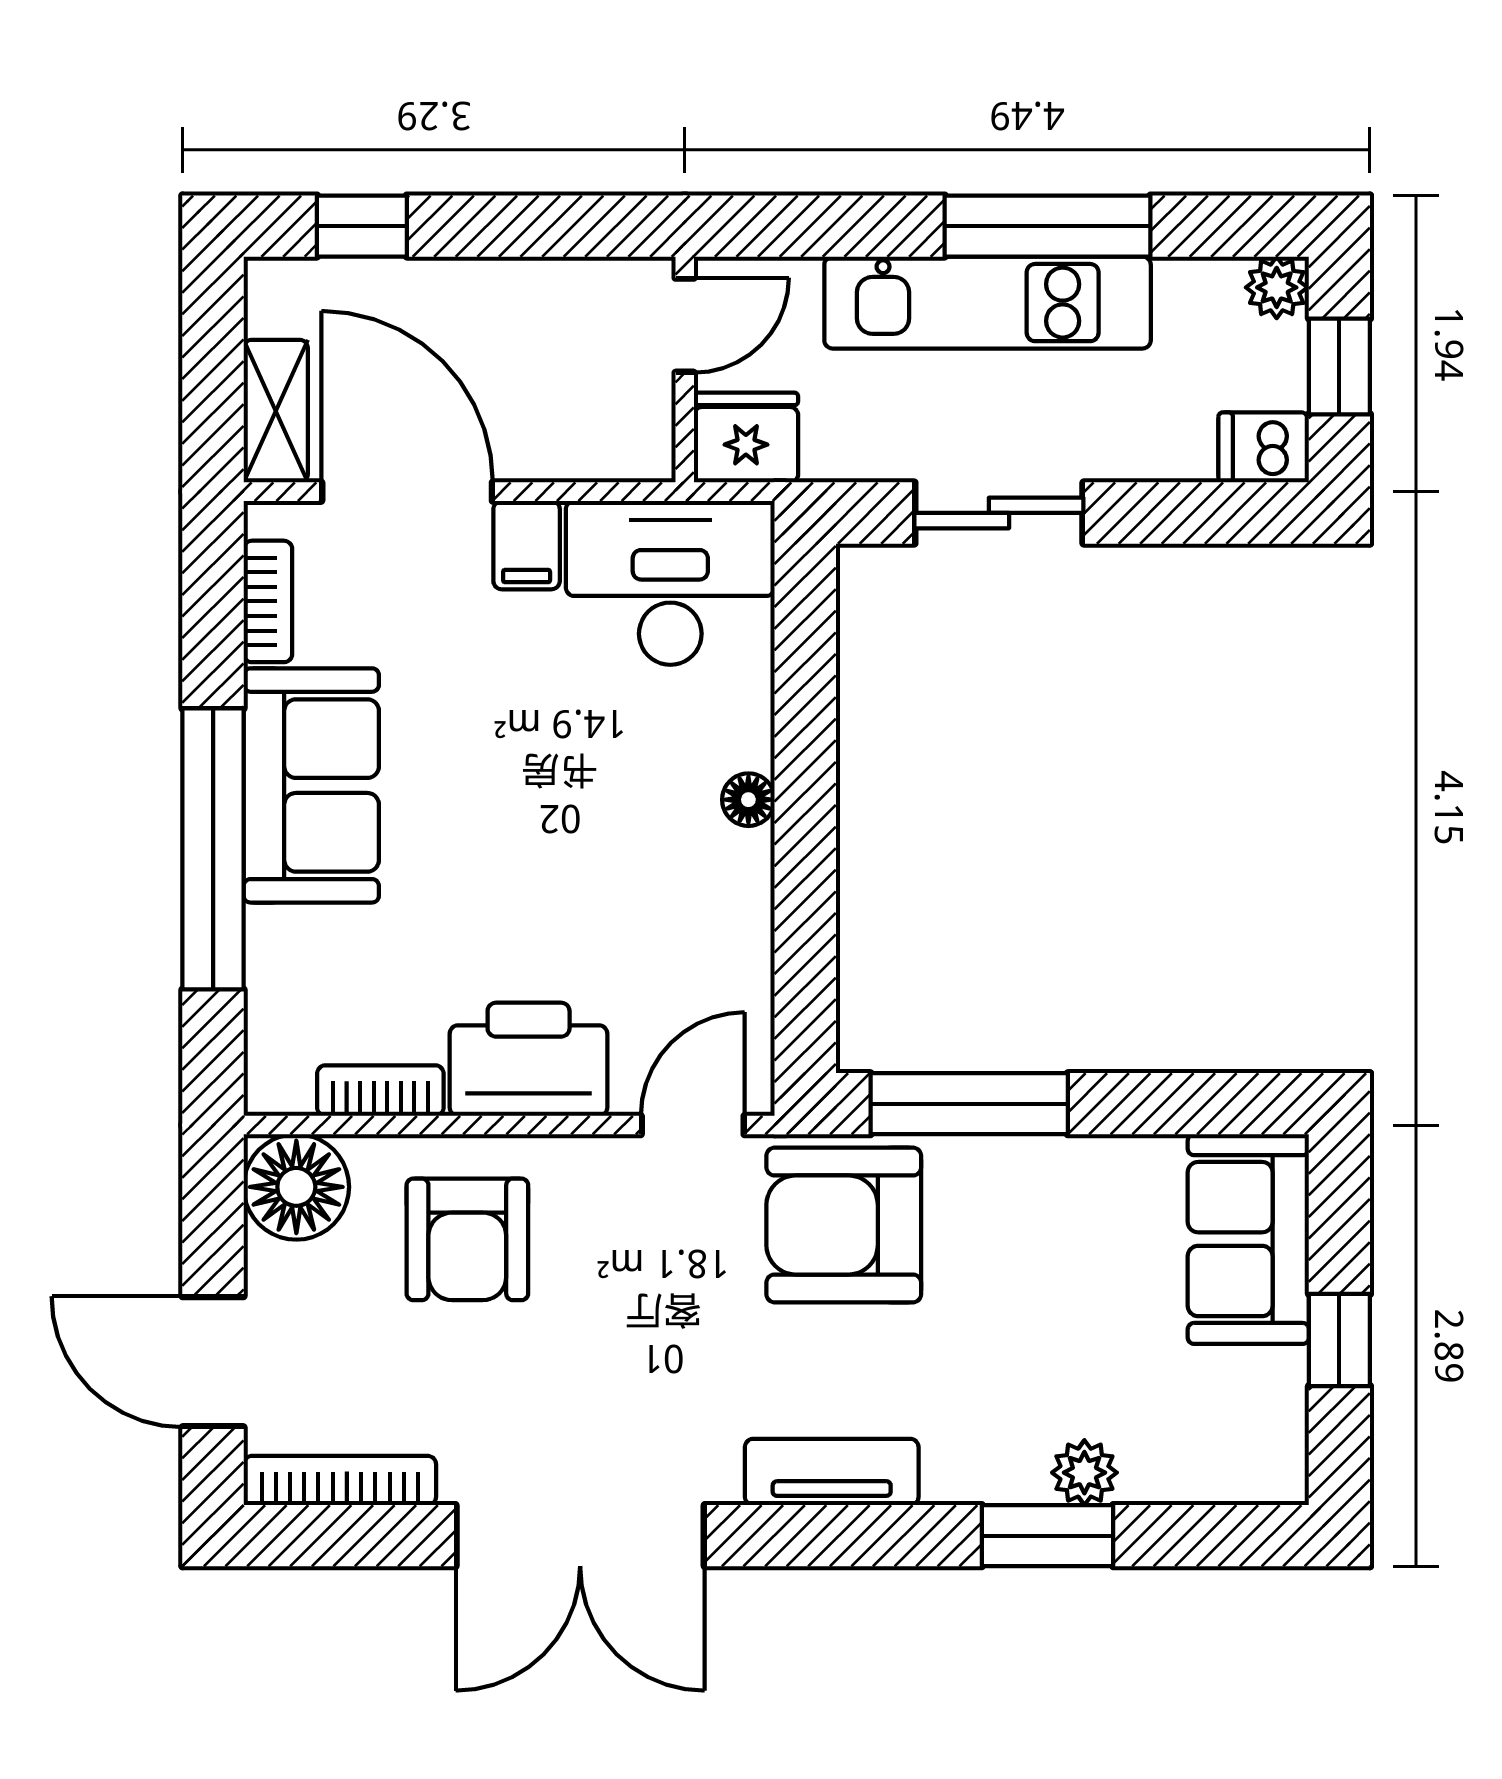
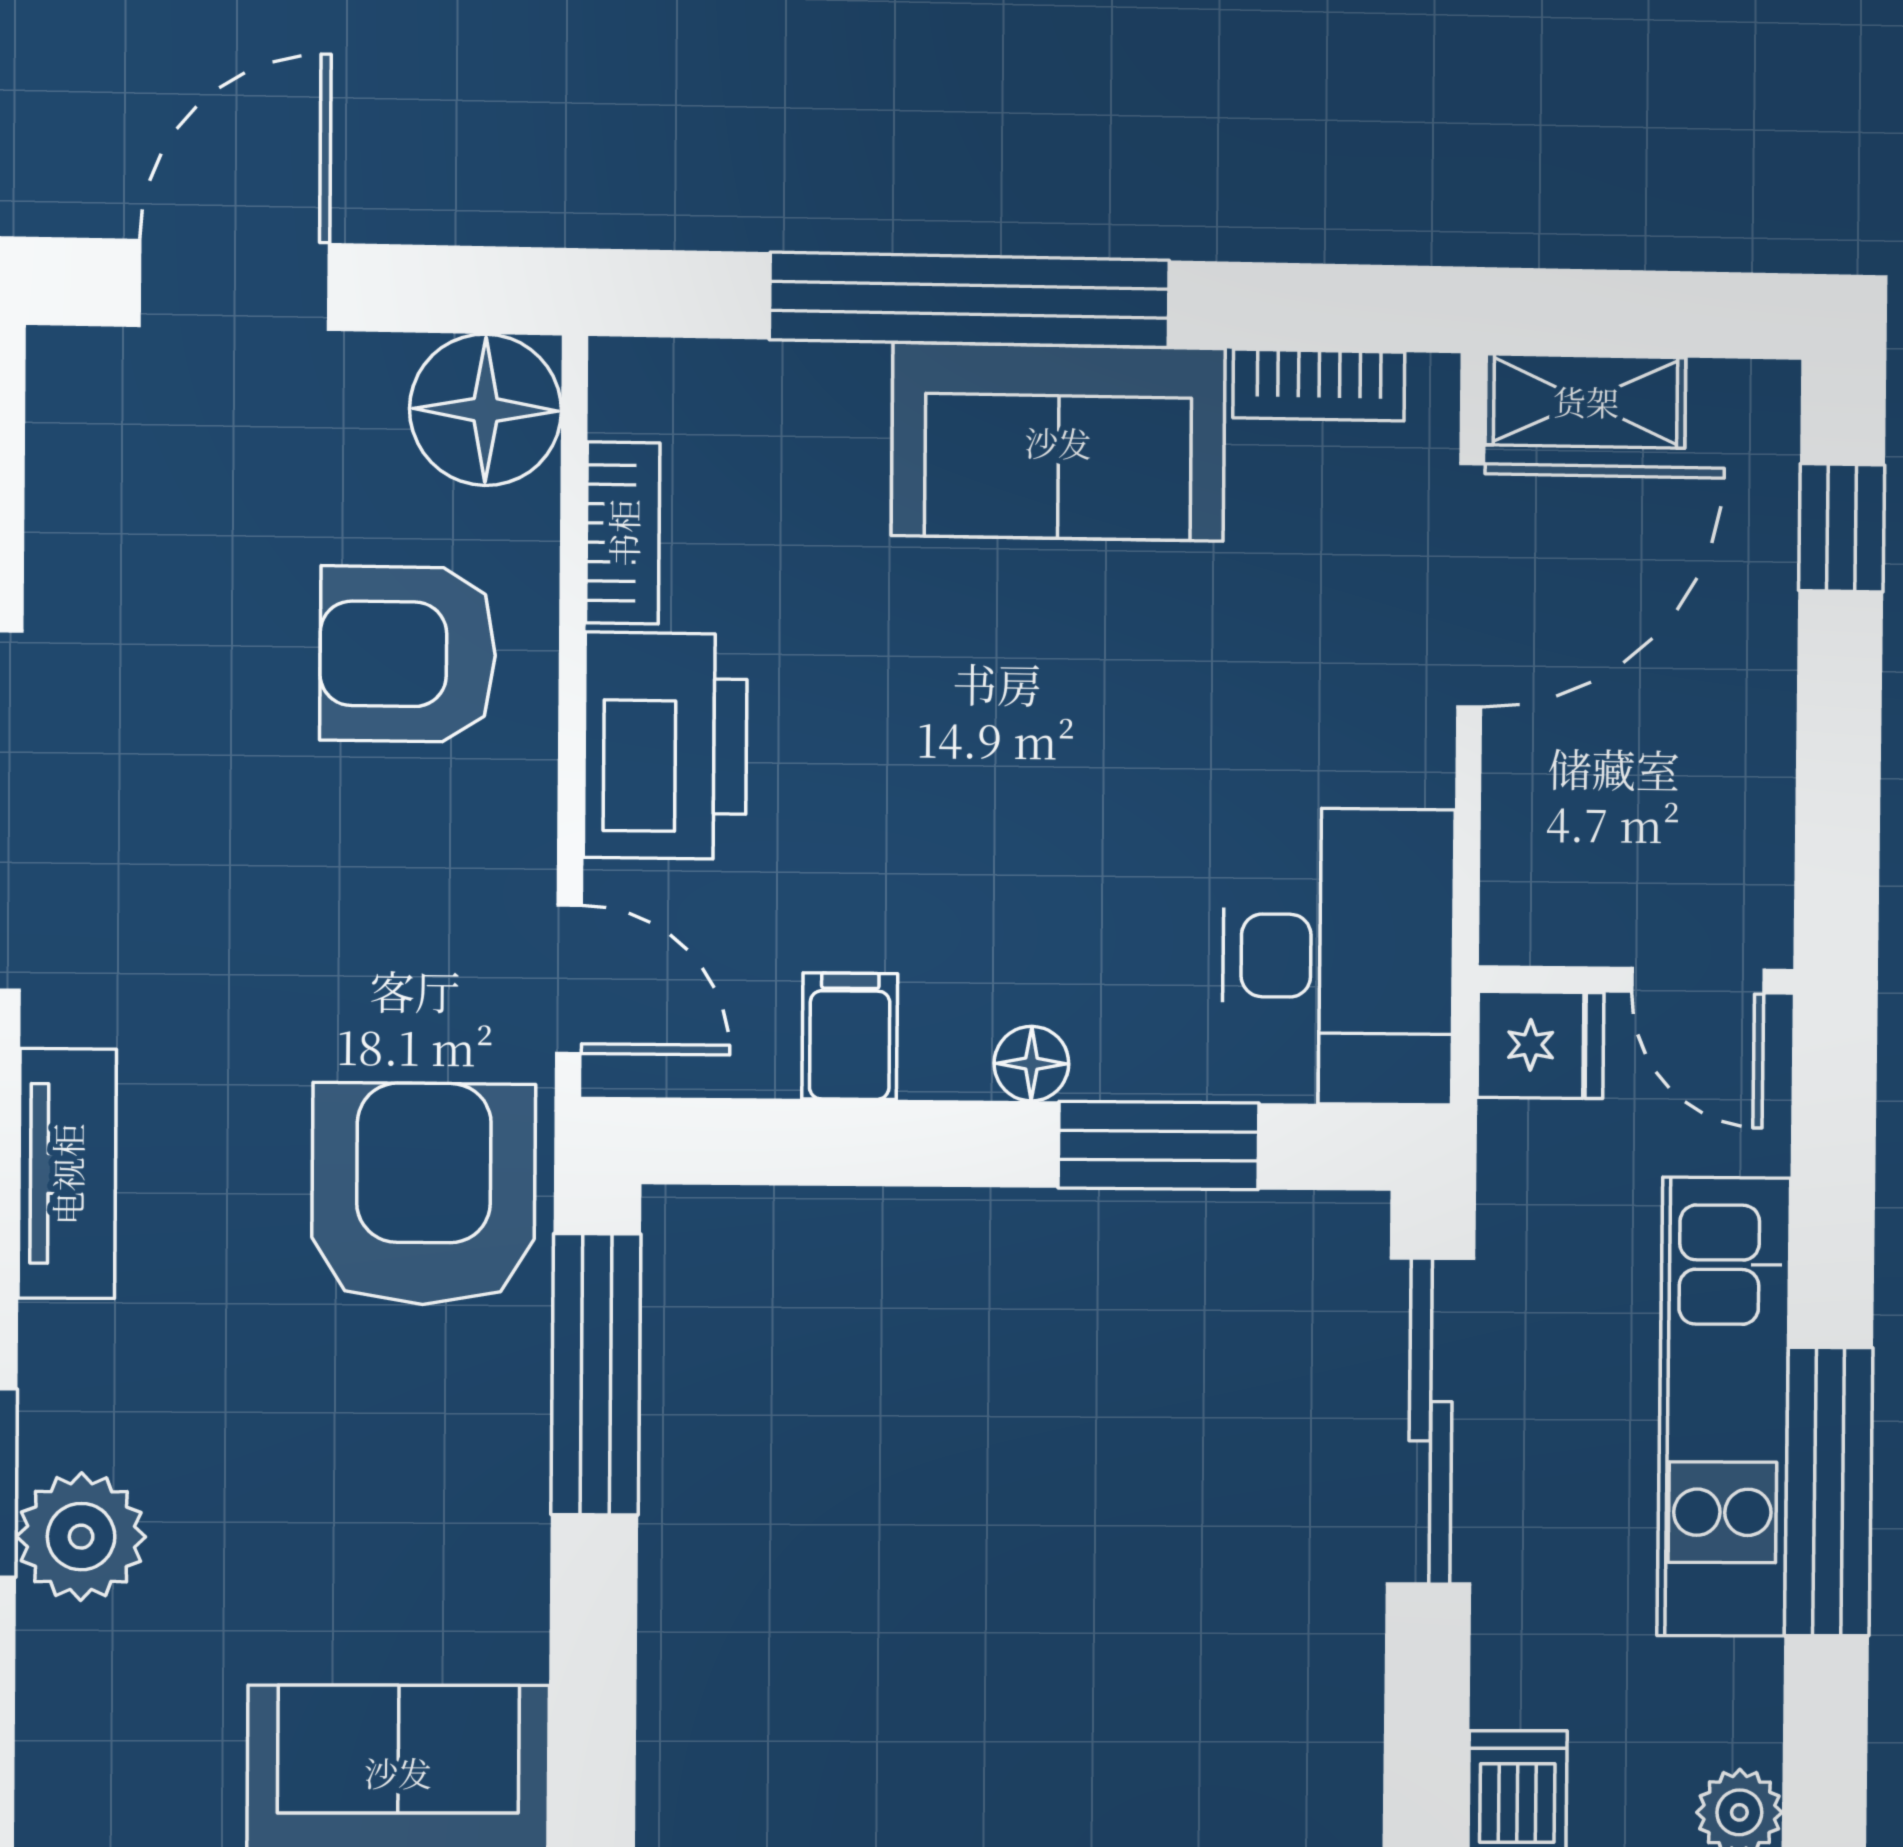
fridge: (746, 438) -> (1541, 1045), width x0.72
sliding door: (999, 513) -> (1431, 1421), width x1.37
filing cabinet: (527, 545) -> (850, 1036), moved, turned 90
window: (805, 709) -> (1159, 1146), added
plant: (1084, 1473) -> (81, 1537), width x1.38, depth x1.38
bookcase: (340, 1480) -> (60, 465), removed

